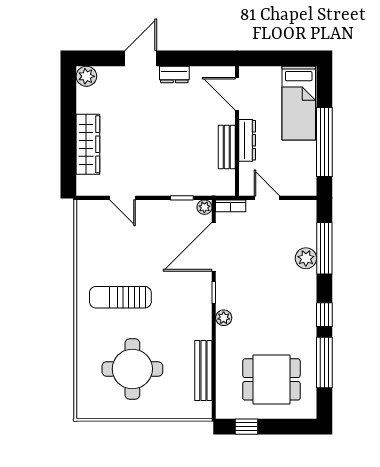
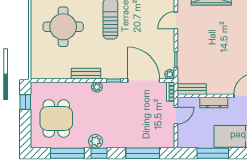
window: (324, 142) -> (213, 153), width x0.68
bench: (227, 147) -> (192, 89), moved
plant: (306, 258) -> (96, 141), moved
bench: (203, 370) -> (86, 74), moved, width x0.73

